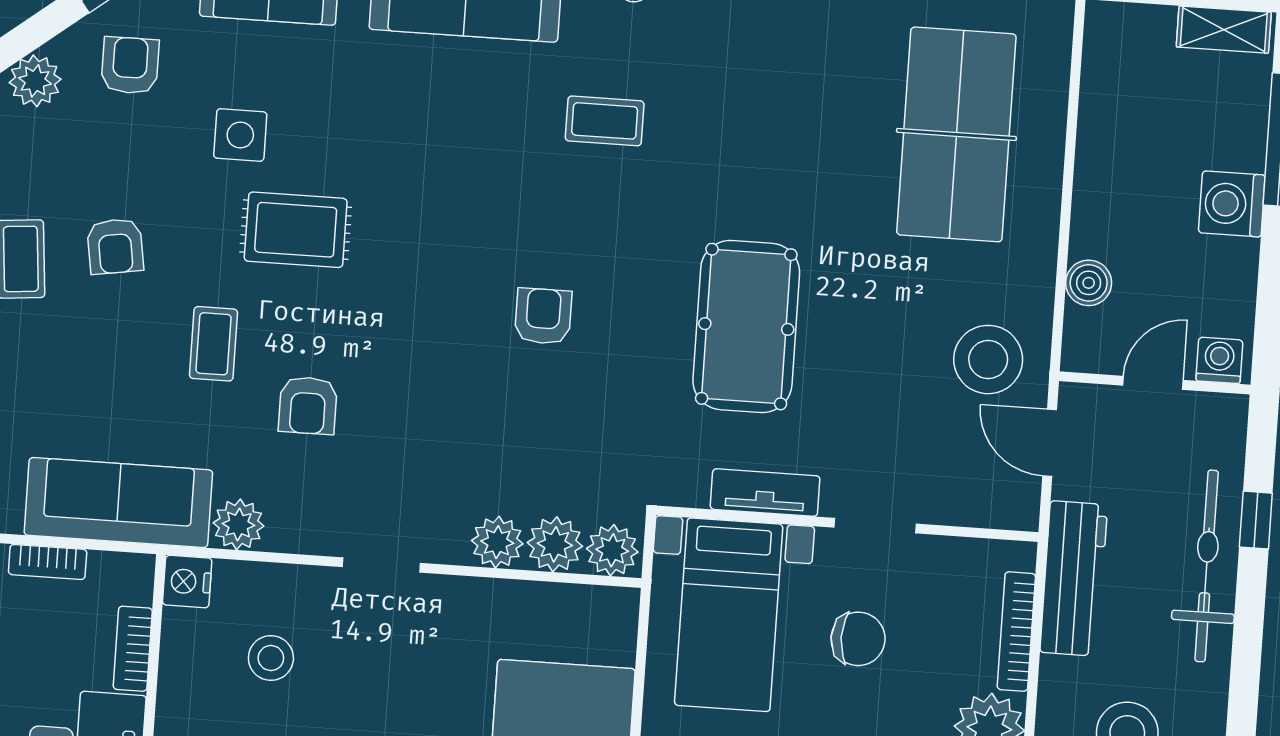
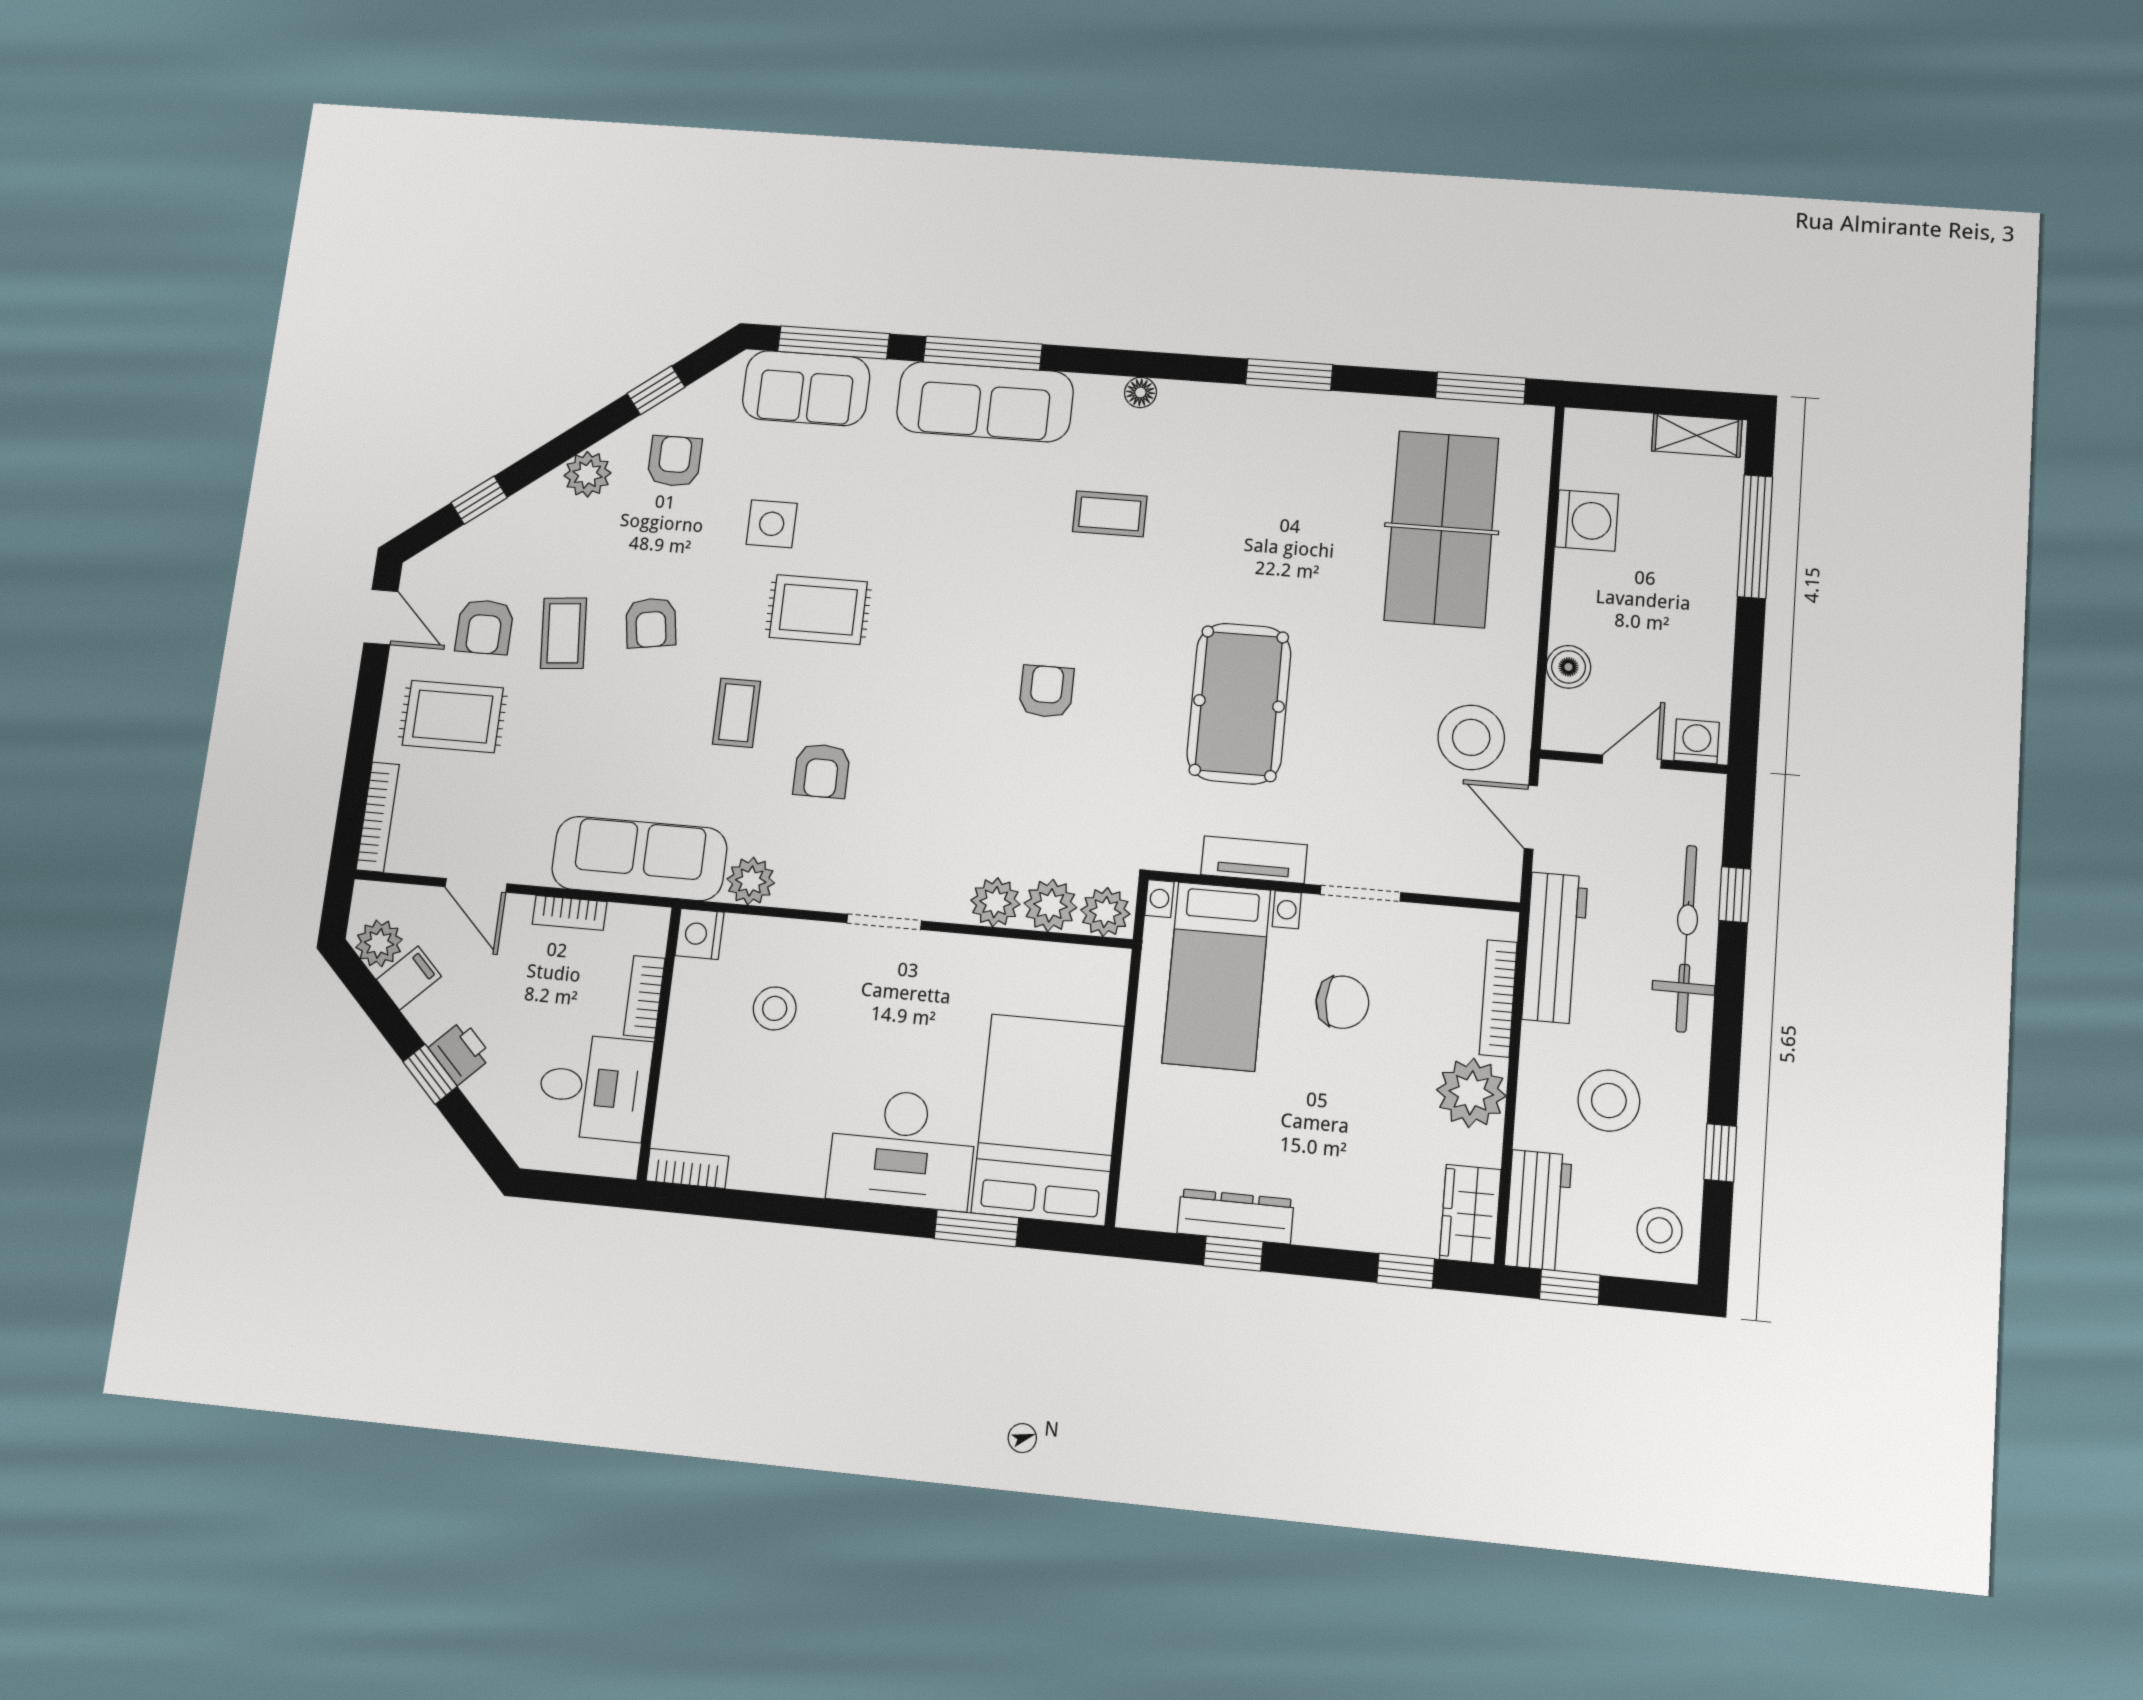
washing machine: (1232, 204) -> (1587, 520), moved, turned 180

